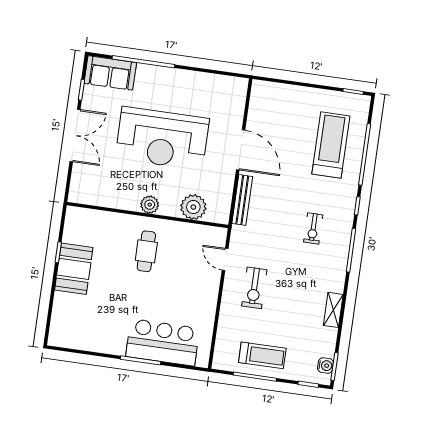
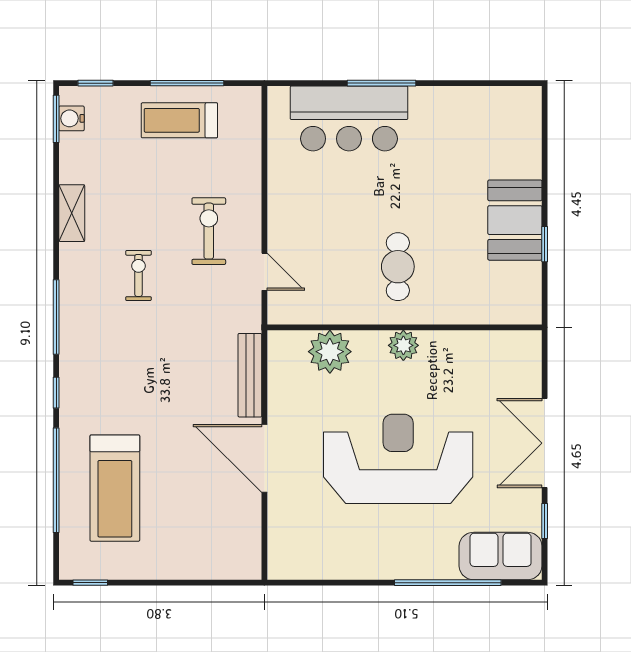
exercise bike: (313, 228) -> (138, 275), moved

